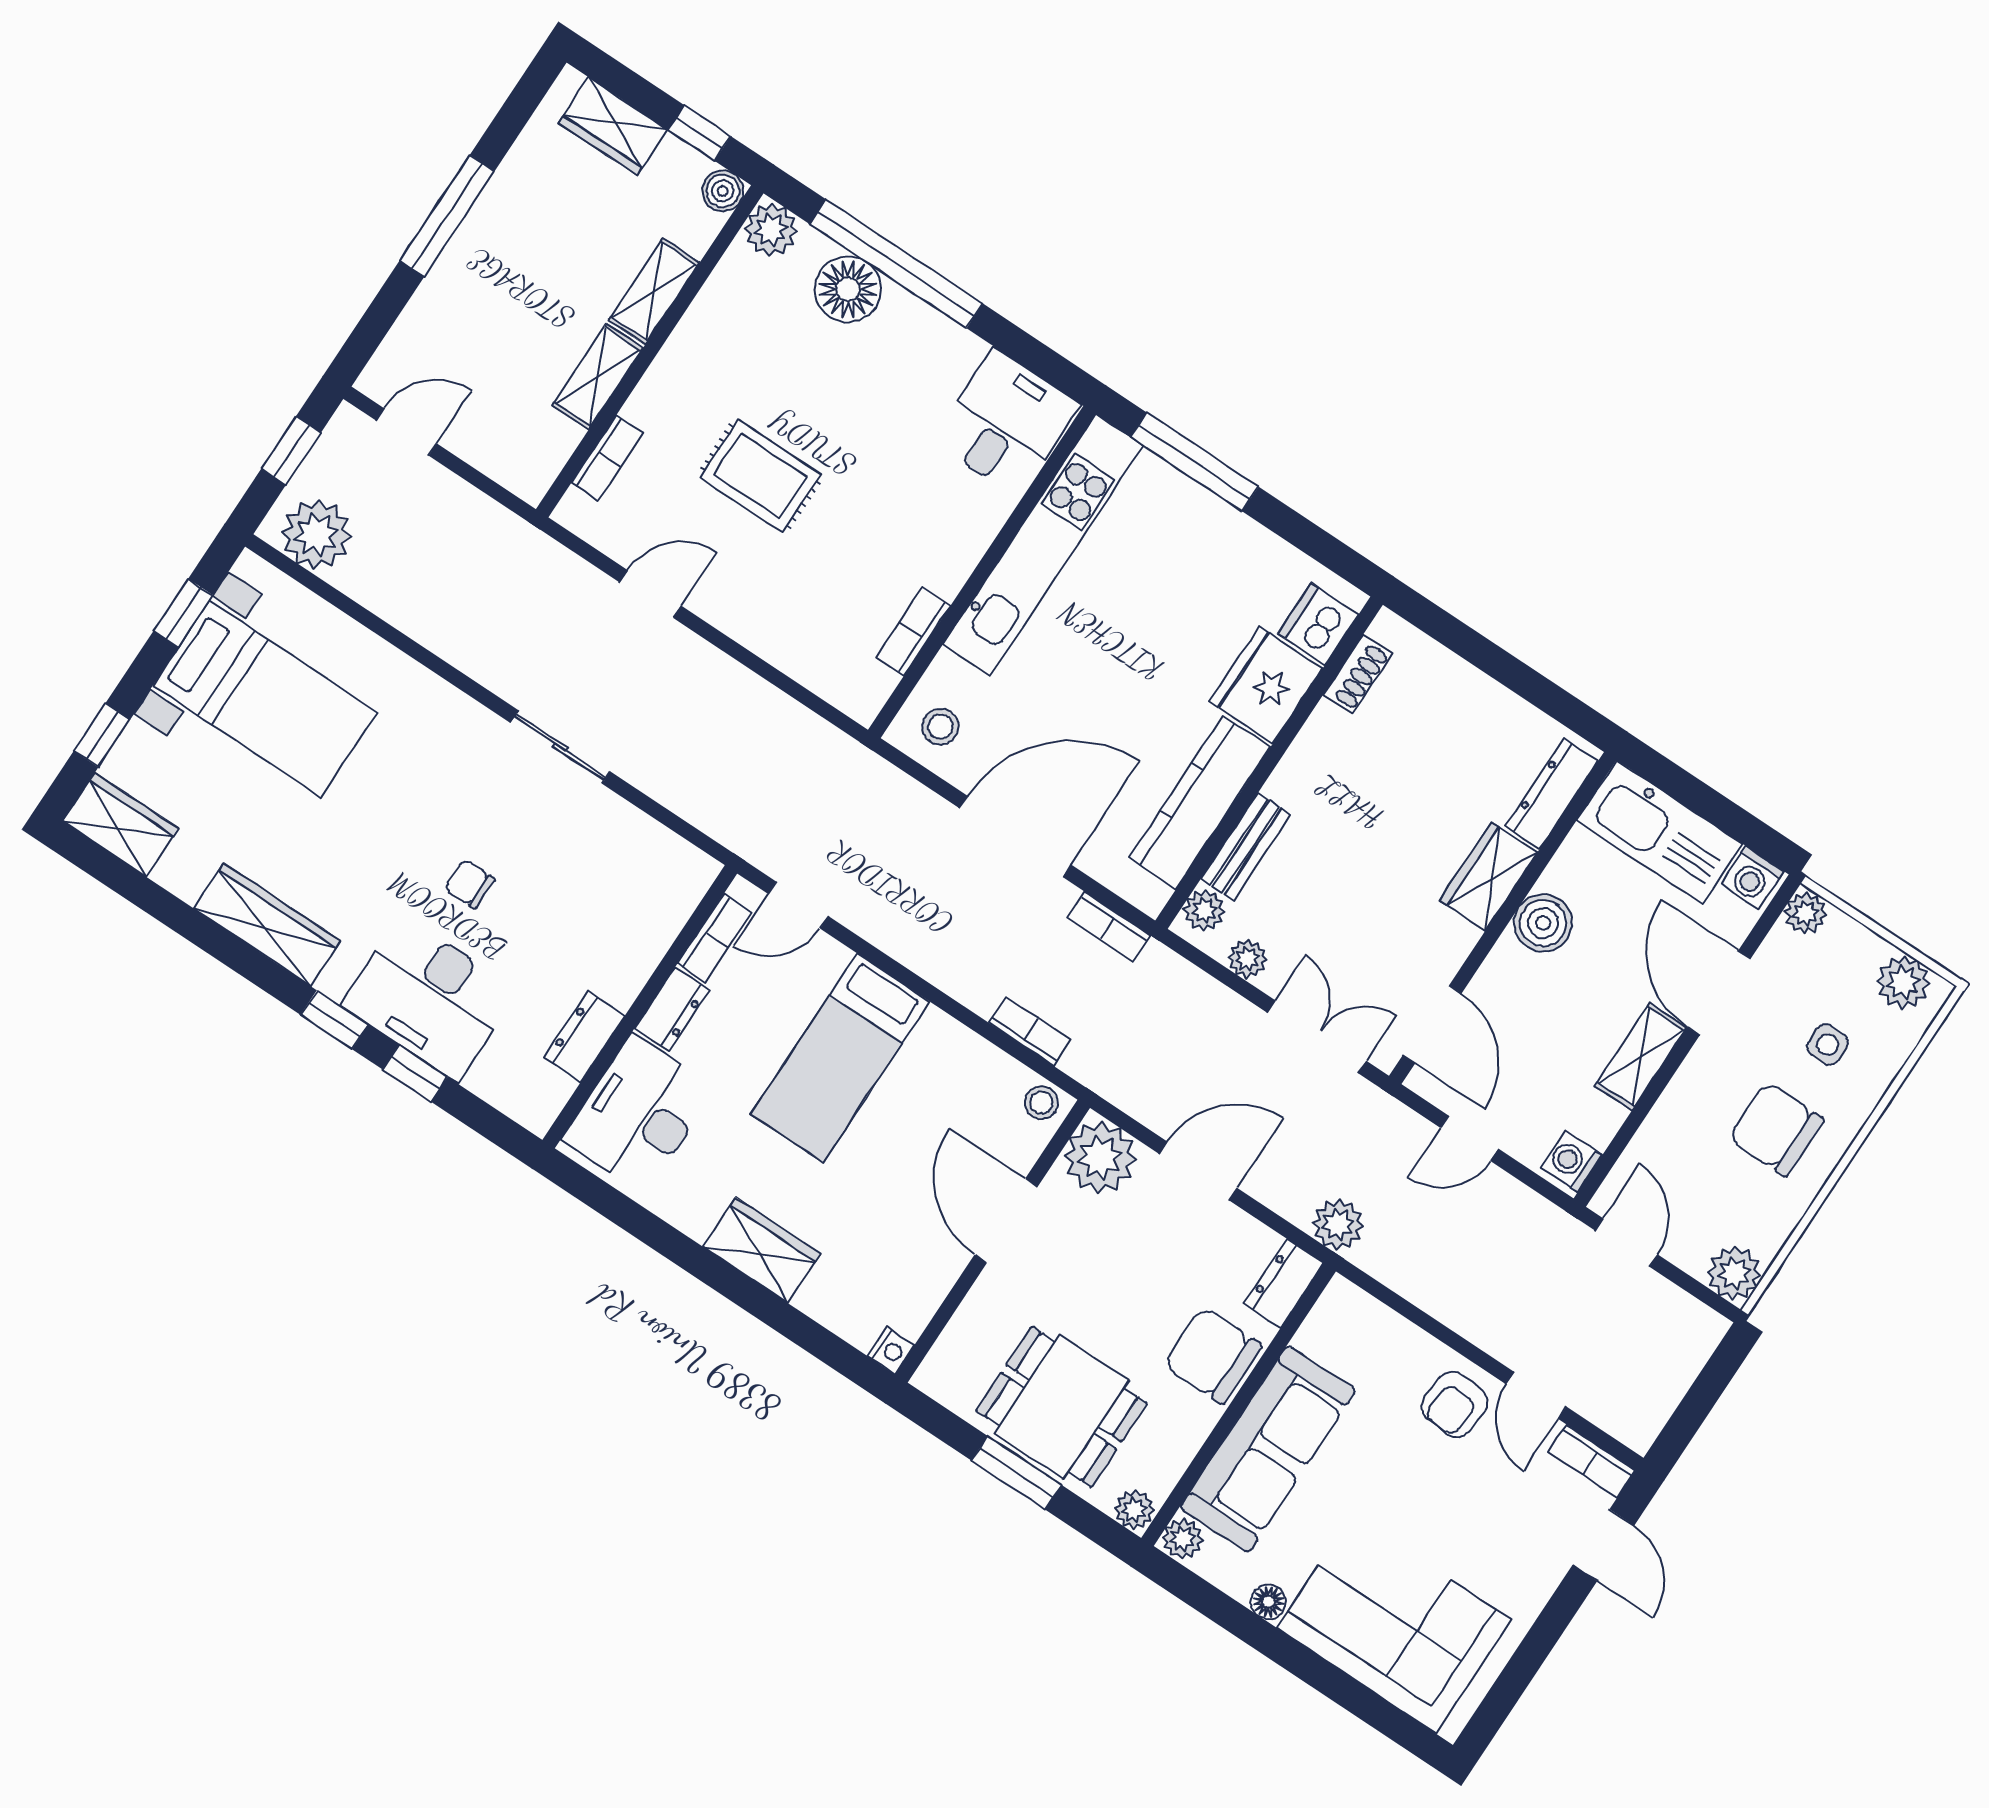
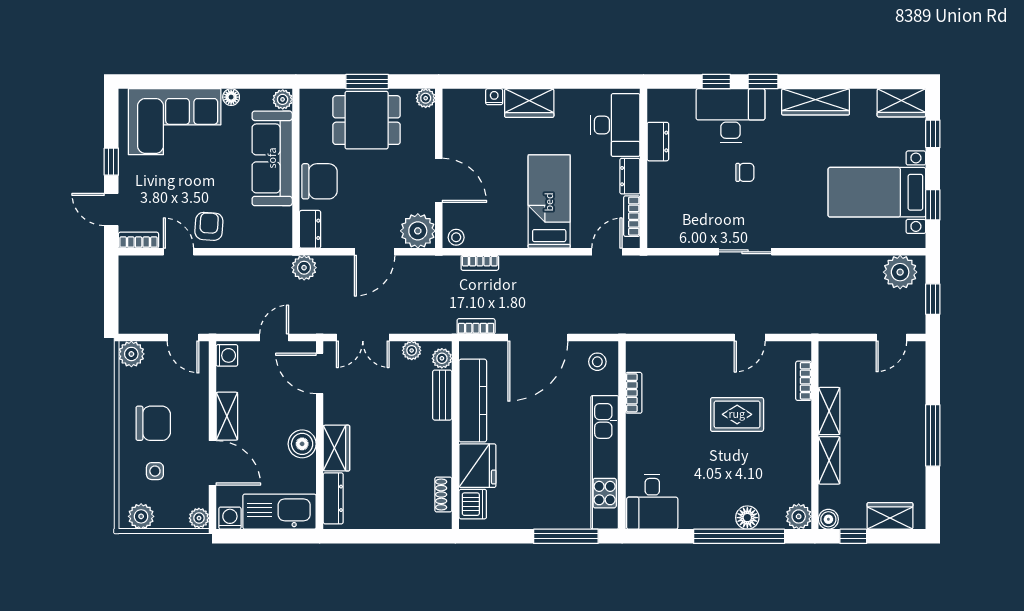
floor lamp: (848, 289) -> (747, 518), width x0.73, depth x0.73
nightstand: (891, 1351) -> (494, 97), moved, turned 90
plant: (1134, 1510) -> (426, 98), moved
window: (1549, 1628) -> (111, 162), added

